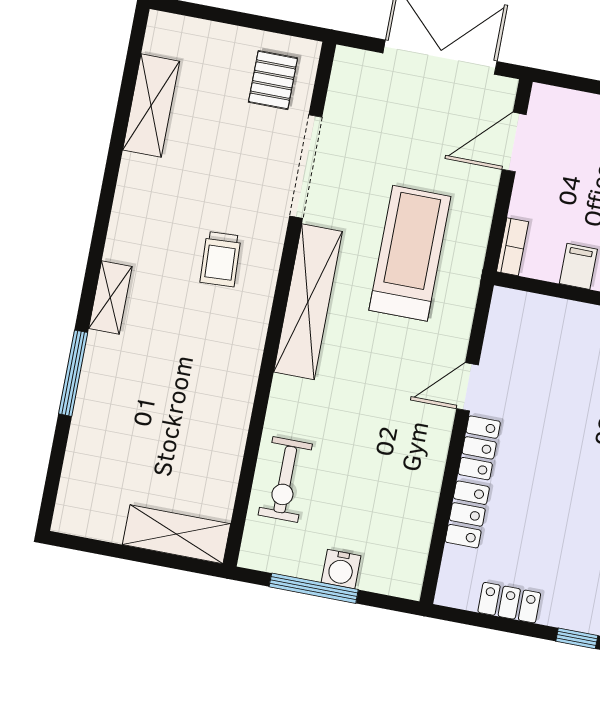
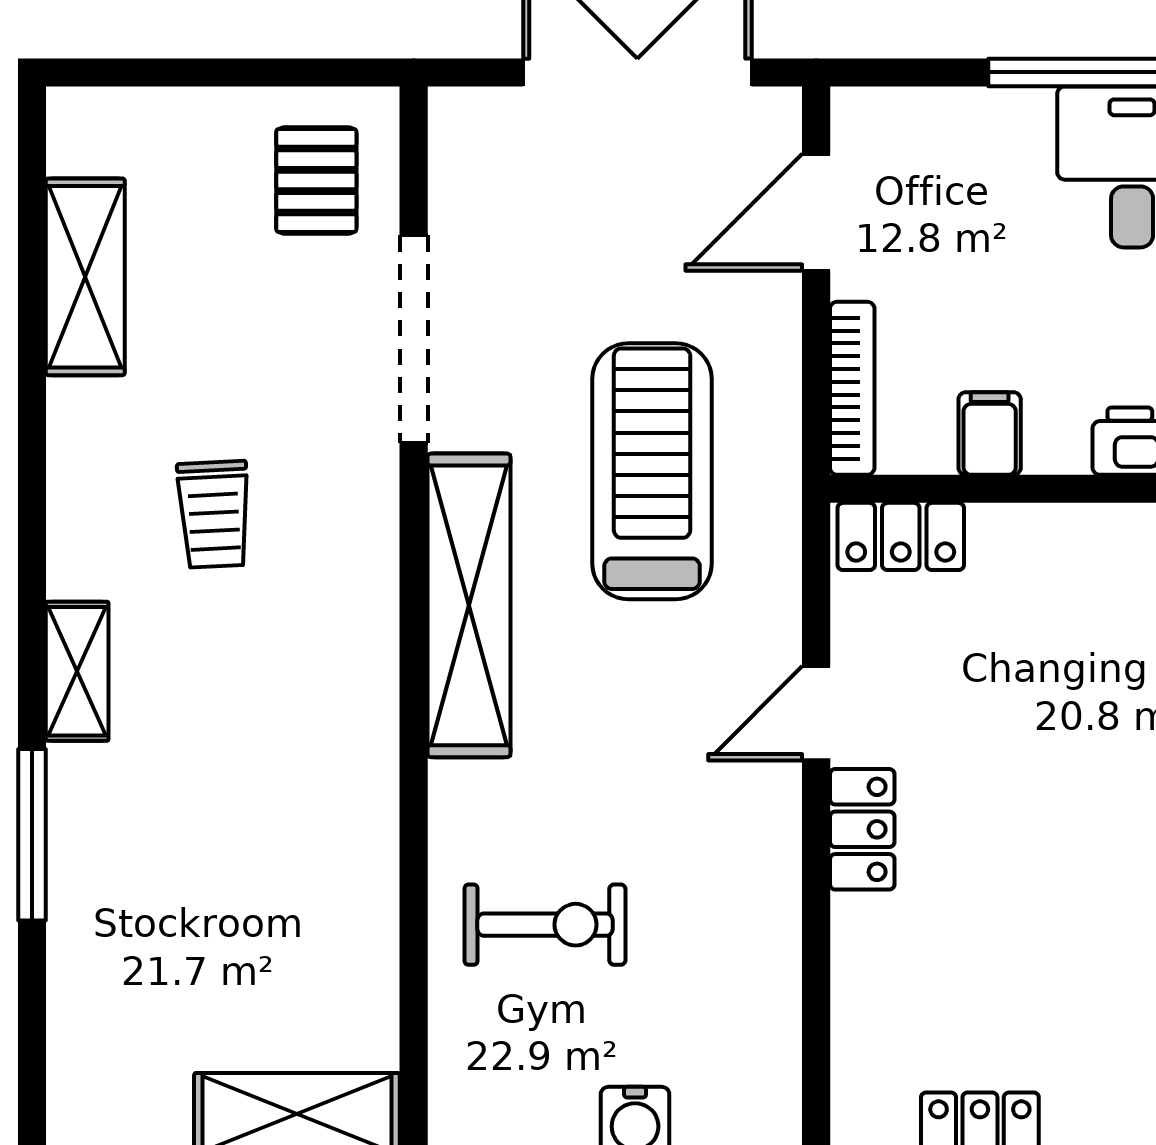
bookcase: (513, 247) -> (852, 388), width x1.56
trolley: (221, 259) -> (214, 514), moved
exercise bike: (285, 479) -> (545, 925), moved, turned -90
locker: (467, 514) -> (901, 536), moved, turned 90

